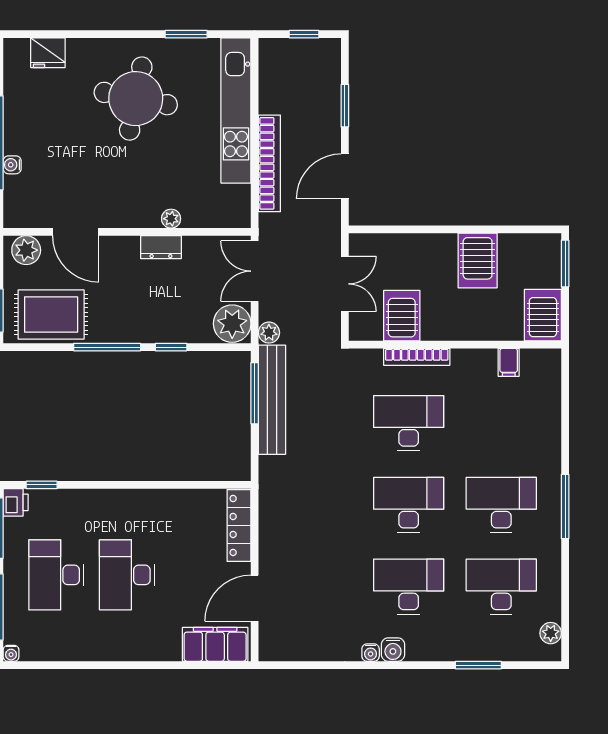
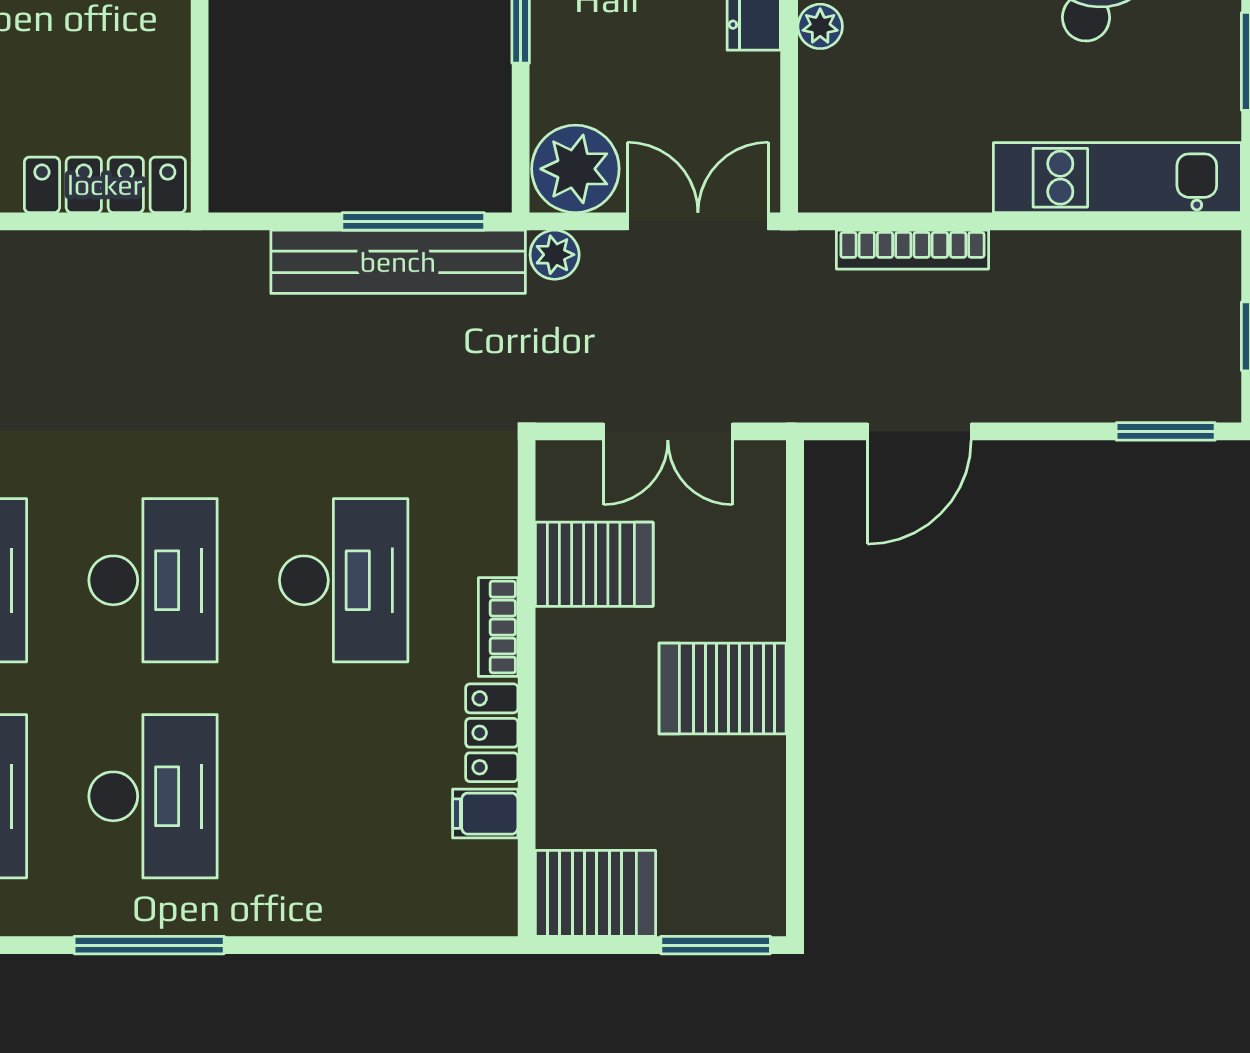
window: (345, 106) -> (1166, 431), moved
kitchen unit: (236, 111) -> (1117, 178), width x0.73
bookcase: (269, 163) -> (912, 250), width x0.68, depth x0.76
door: (345, 176) -> (919, 431), swing flipped
server rack: (478, 260) -> (723, 689), moved
bookcase: (417, 357) -> (498, 627), width x0.64
locker: (474, 360) -> (492, 733), added

